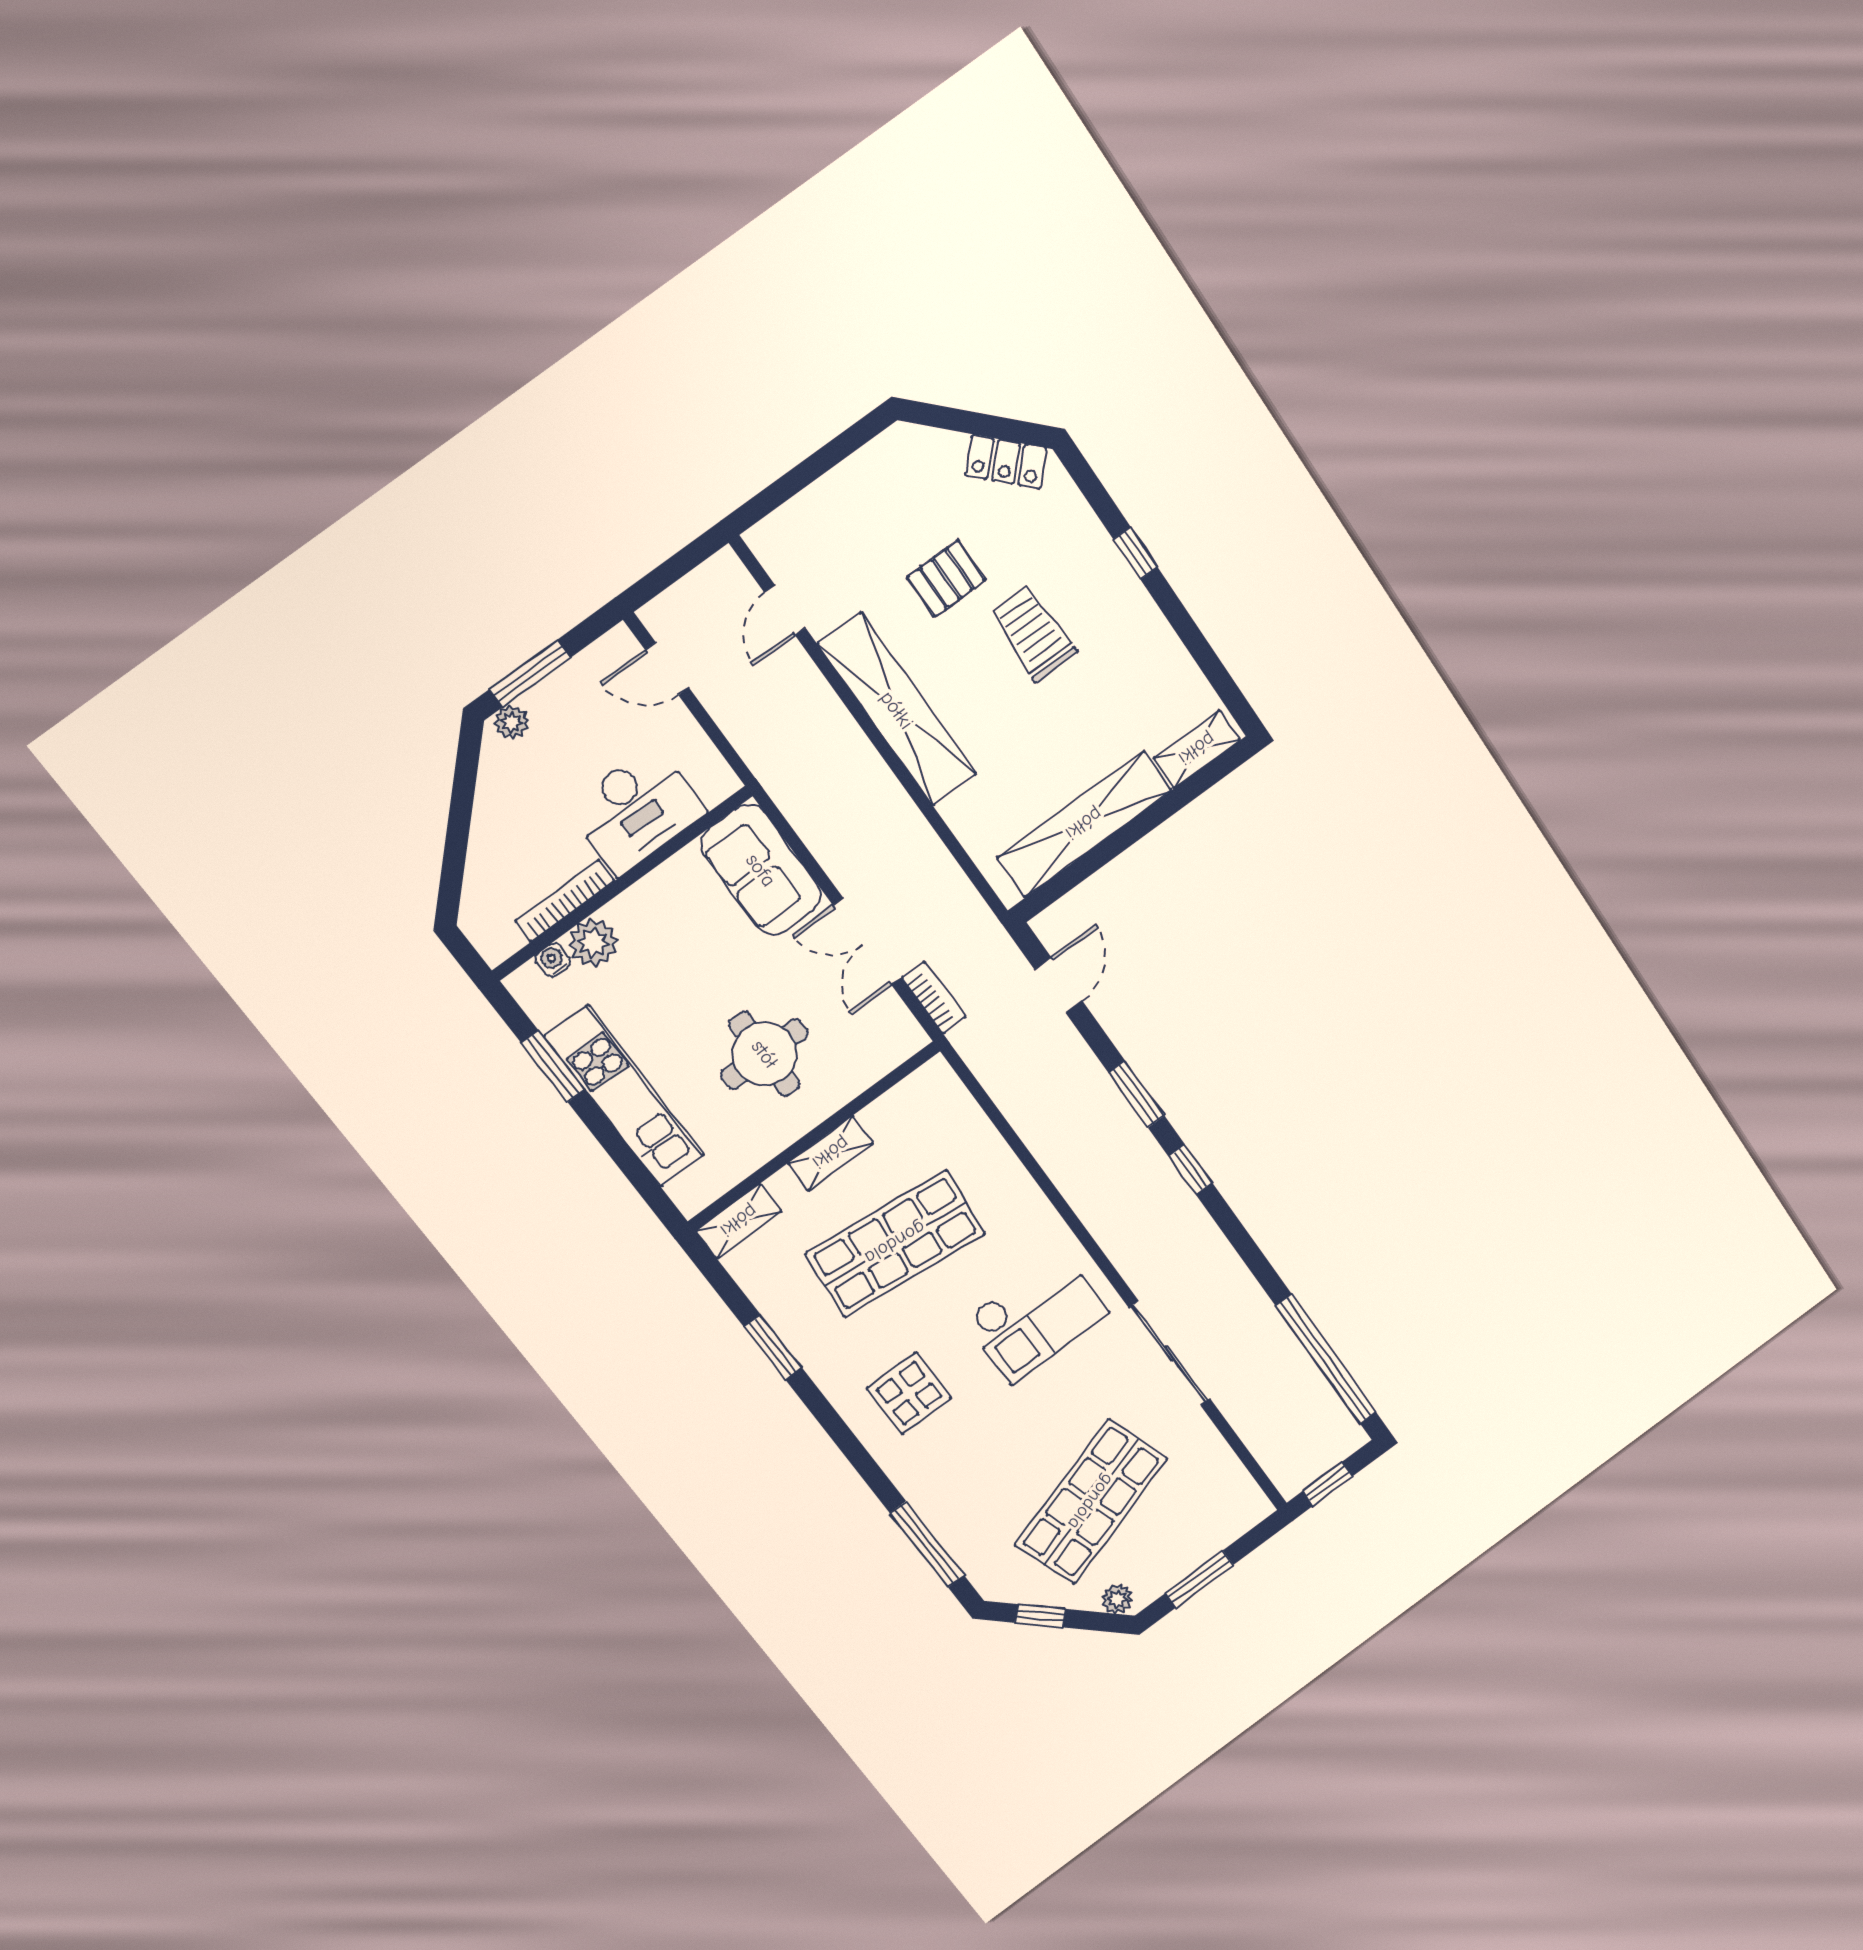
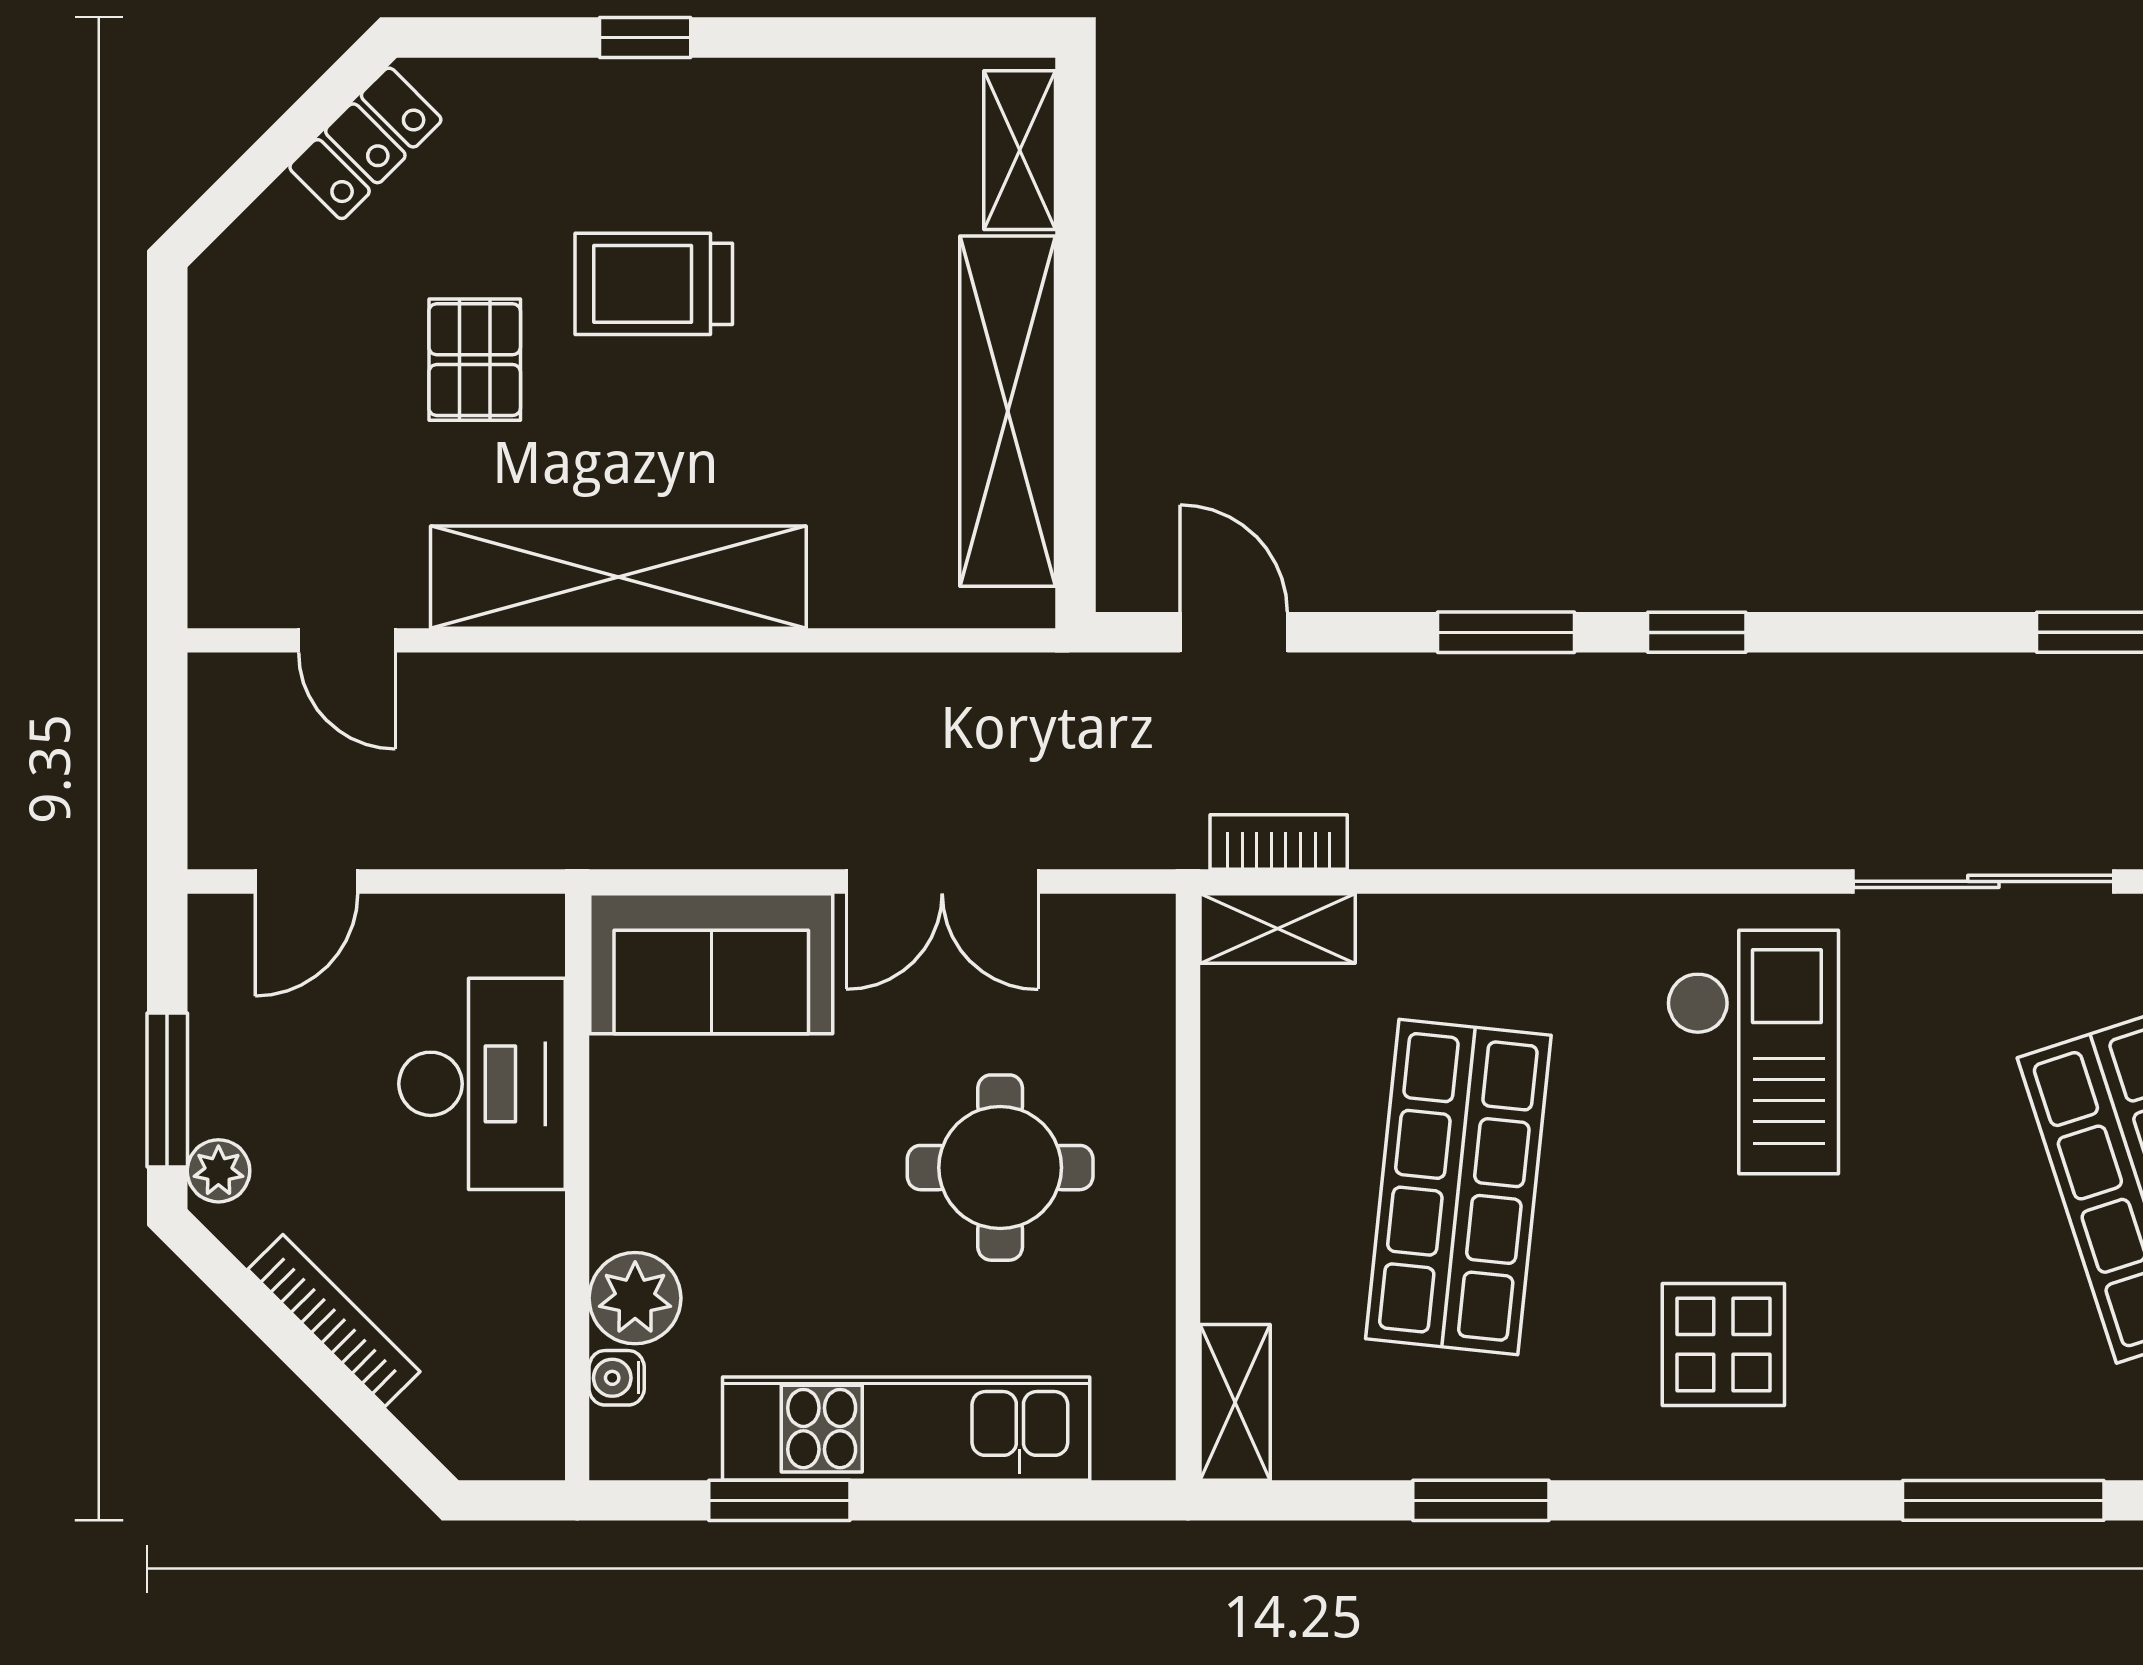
bookcase: (565, 901) -> (334, 1320), moved, turned 135
bookcase: (934, 997) -> (1279, 842), moved
shelving: (831, 1153) -> (1278, 928), moved, turned 90

